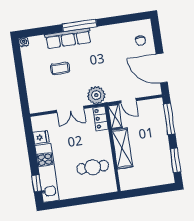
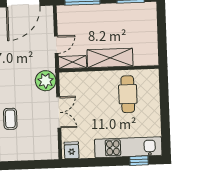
locker: (101, 118) -> (73, 79), removed
fridge: (41, 137) -> (72, 150), moved

